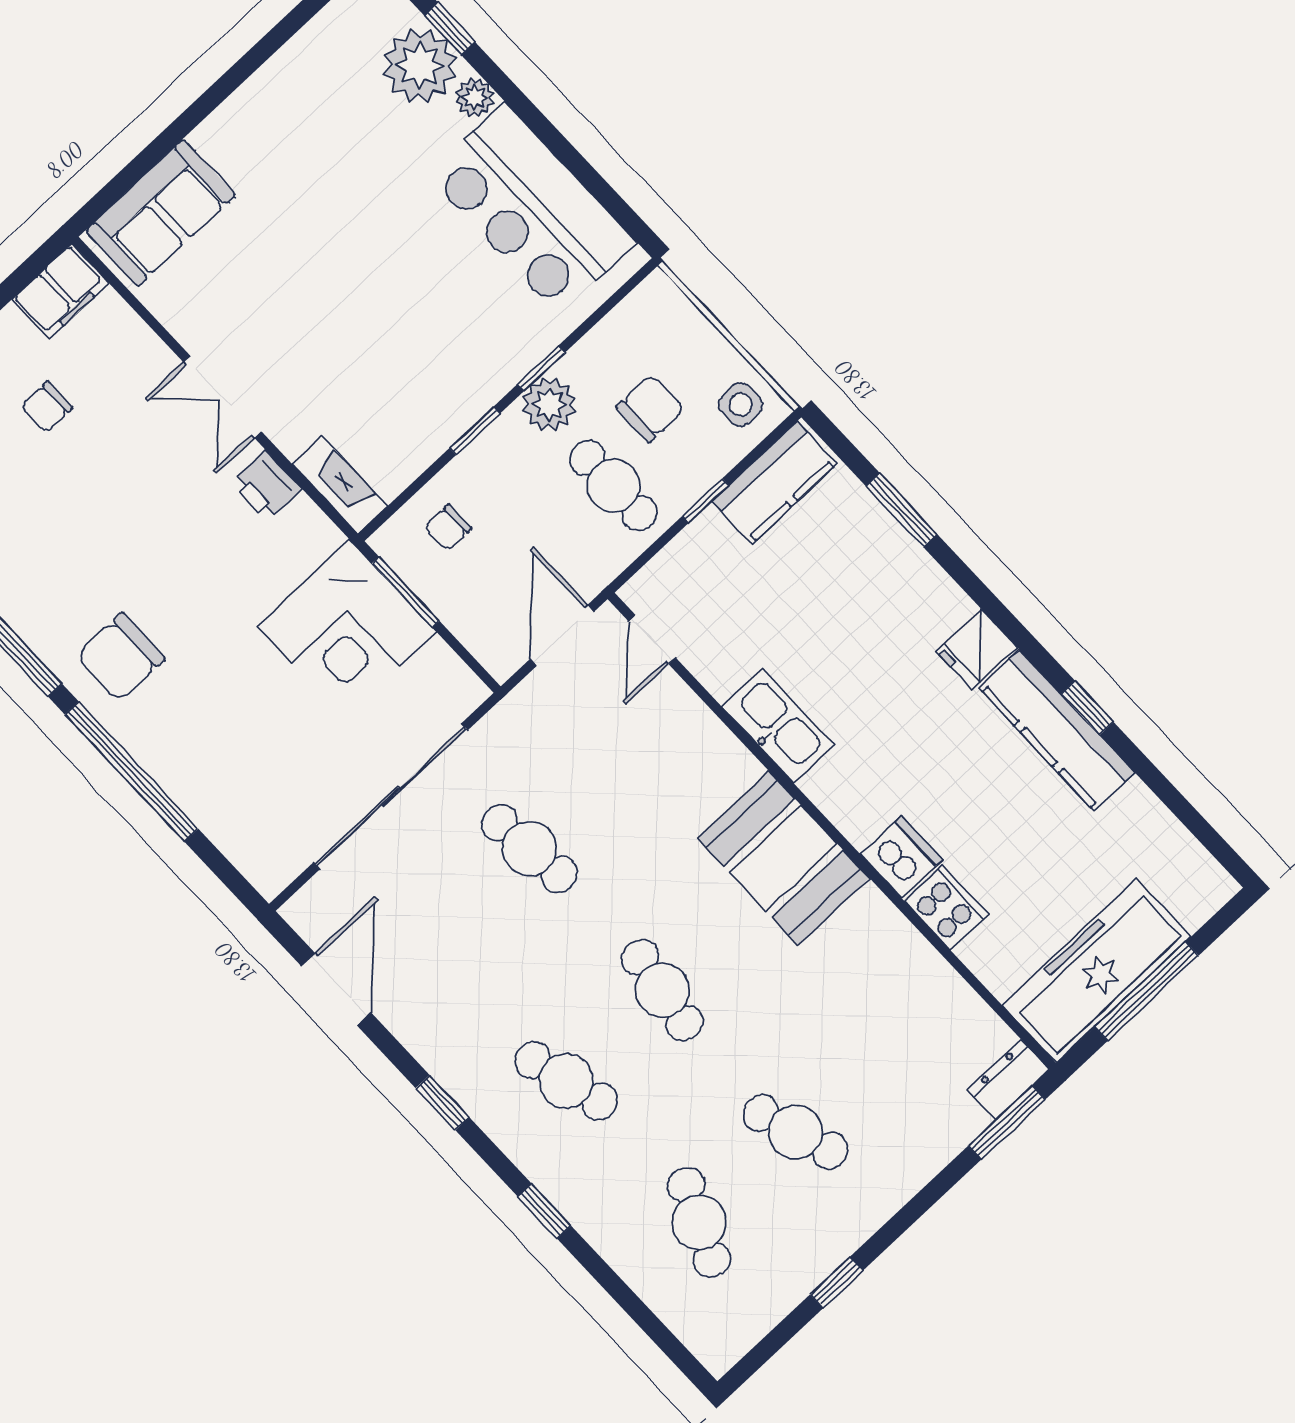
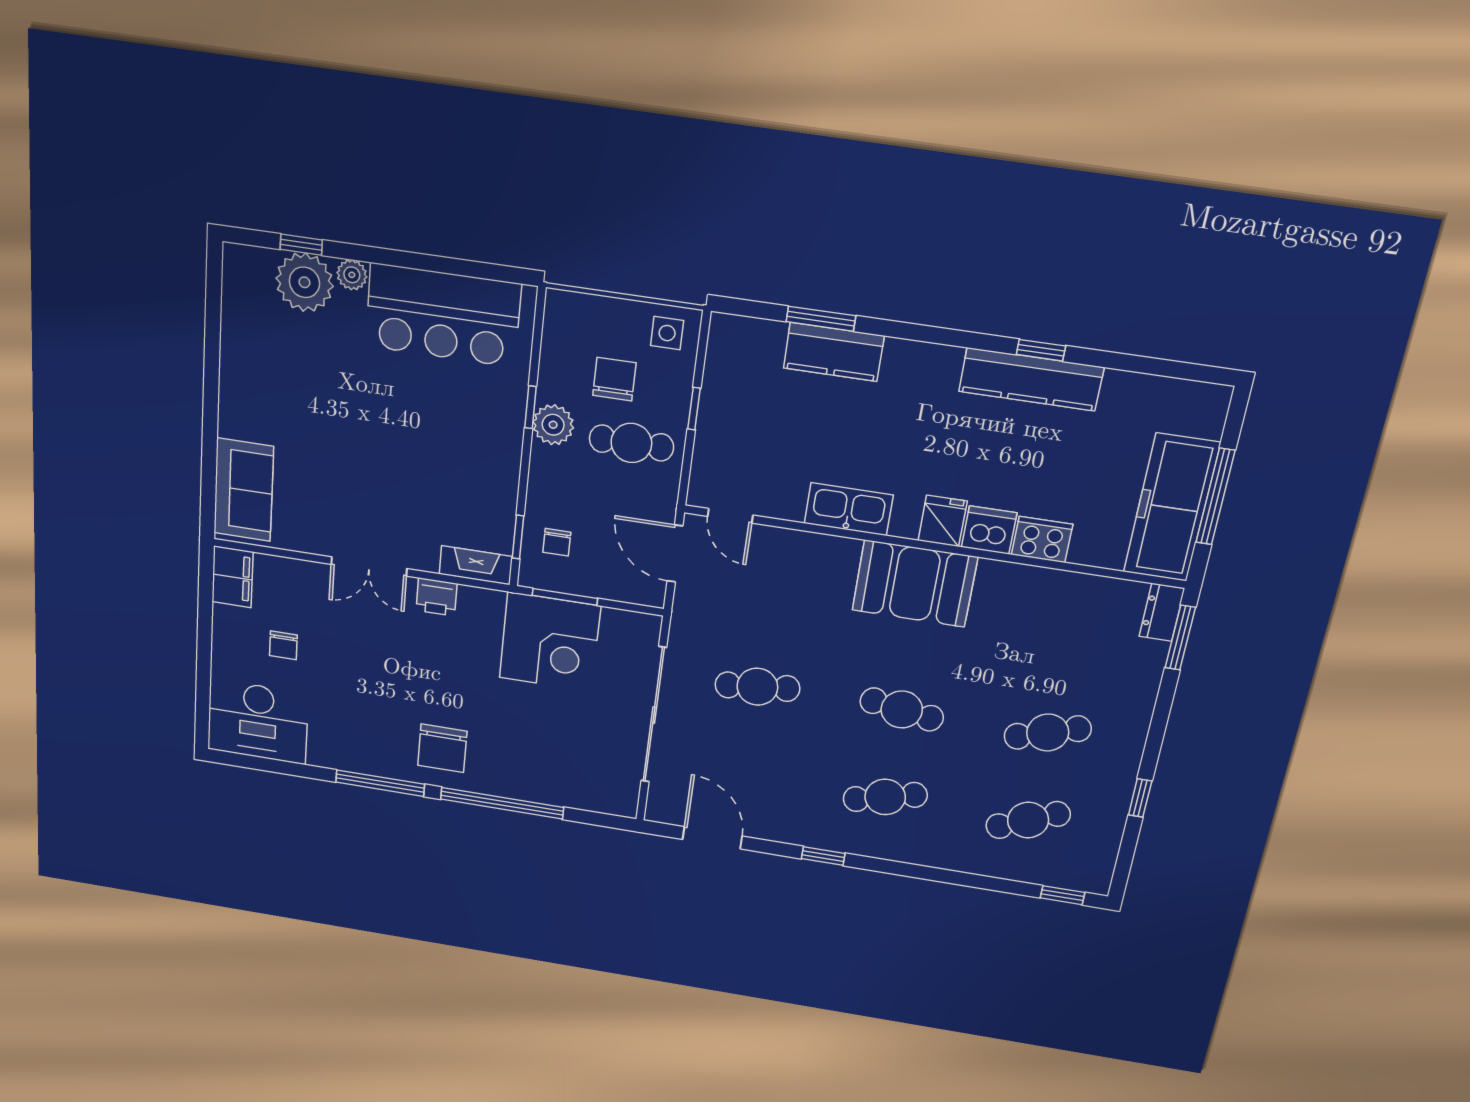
window: (475, 431) -> (518, 537), moved
kitchen counter: (775, 482) -> (834, 352), moved, turned 90
fridge: (977, 649) -> (943, 521), moved, turned 180
window: (544, 1211) -> (1062, 895), moved
cafe table: (699, 1222) -> (1028, 820), turned -48

